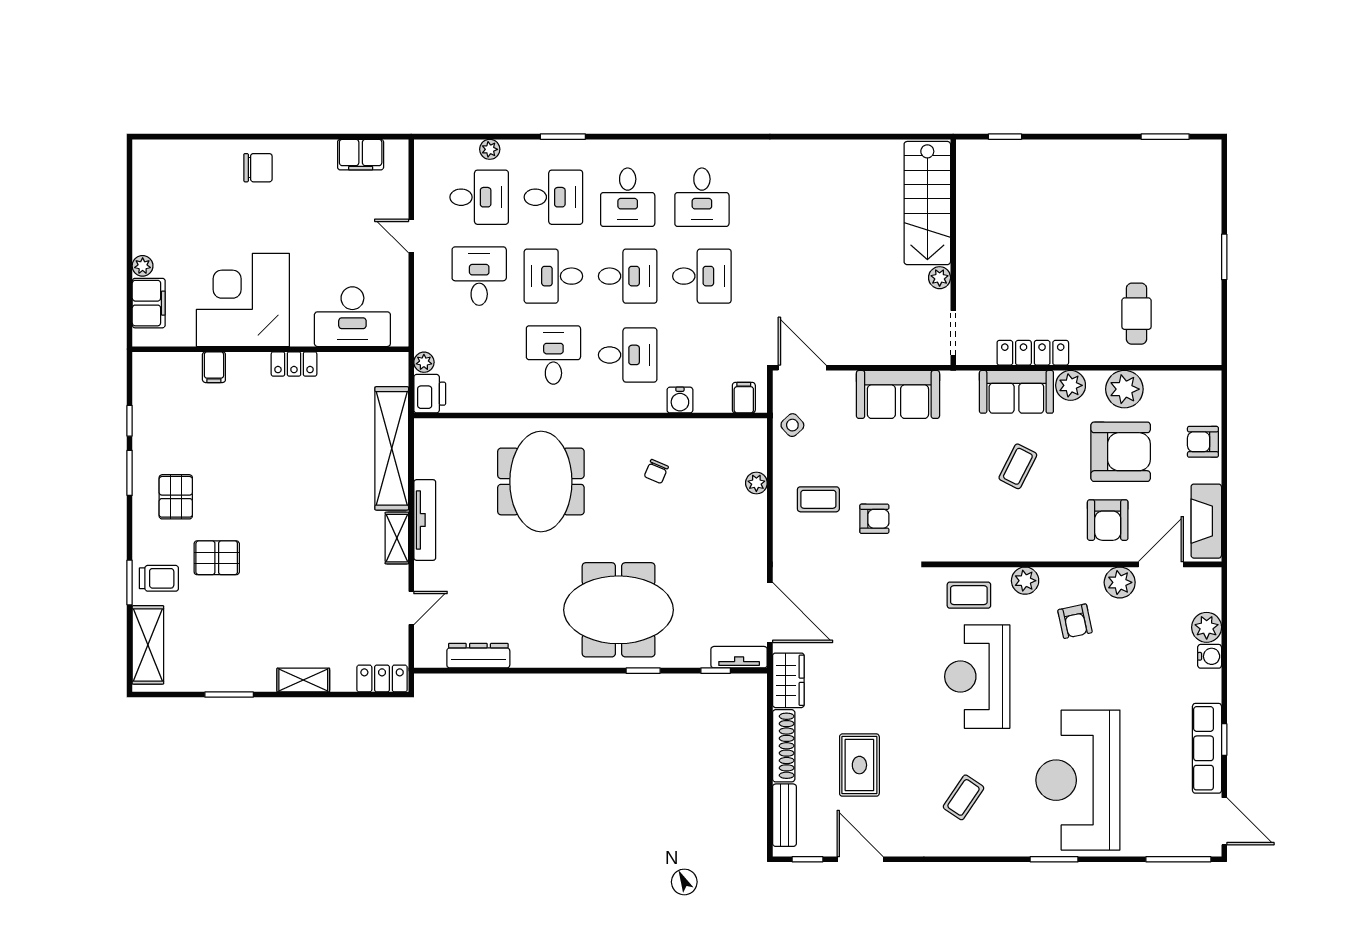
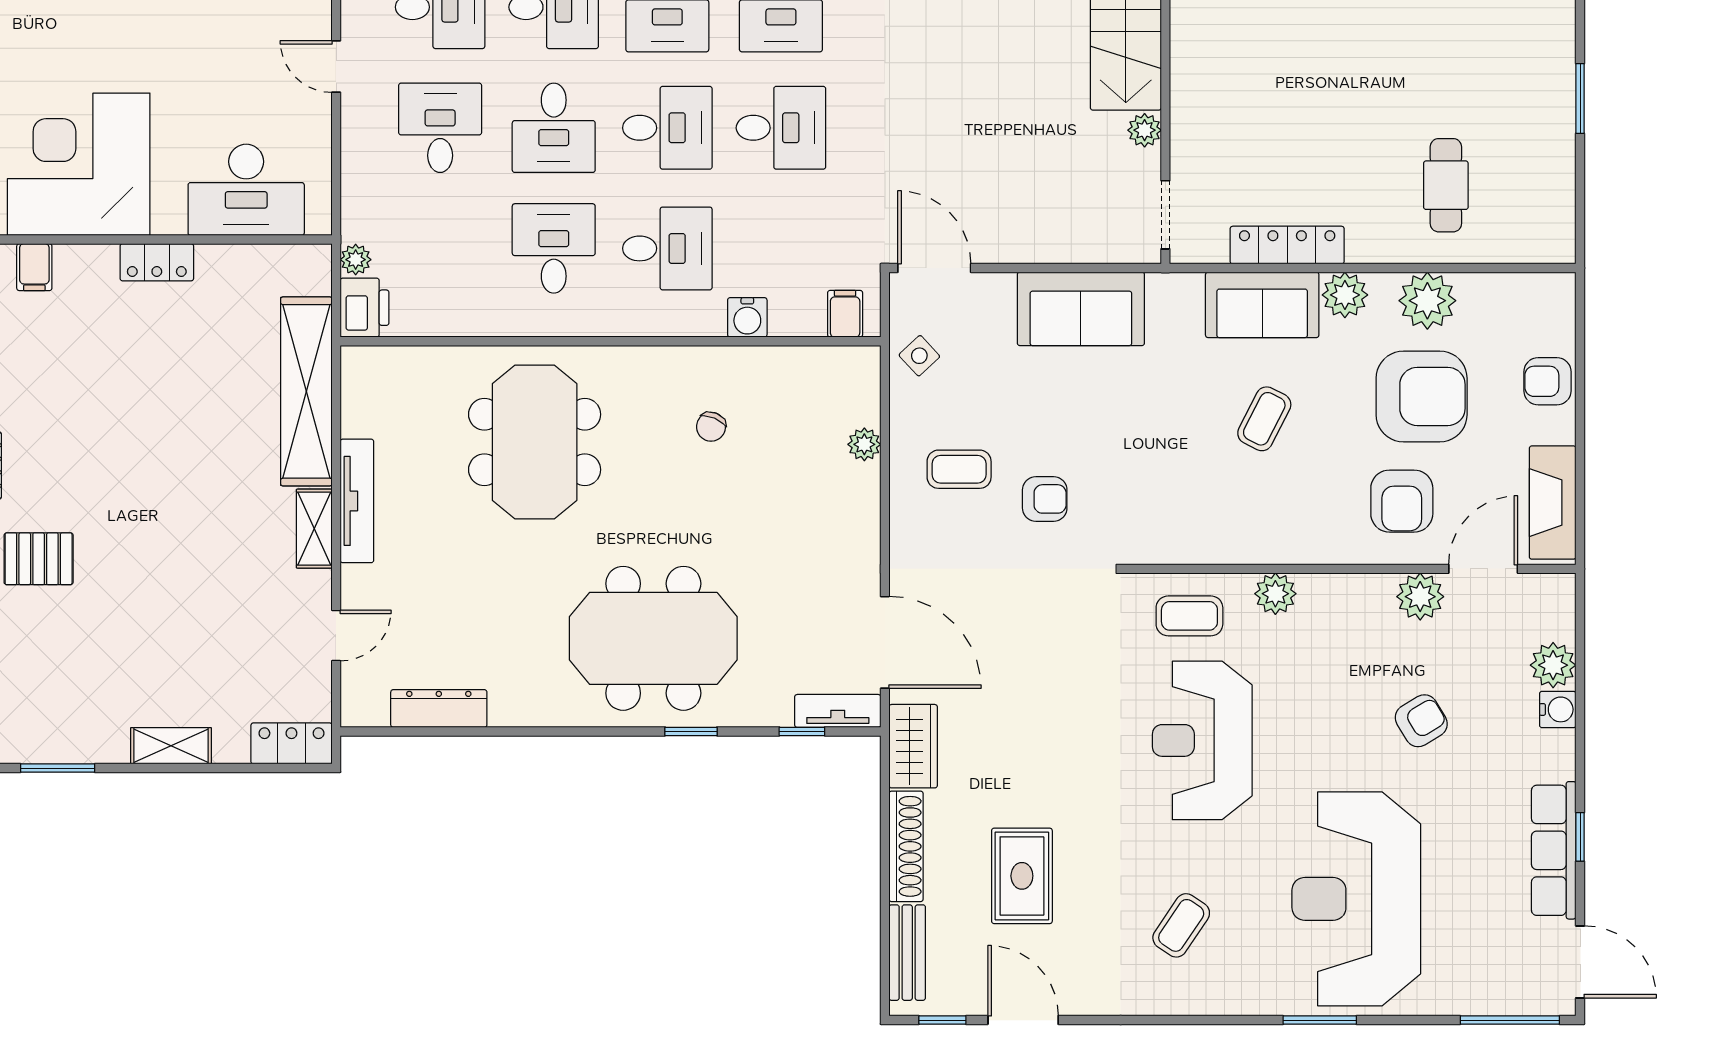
desk: (553, 276) -> (554, 128), turned -90
armchair: (1075, 621) -> (1421, 721), moved, turned -109

